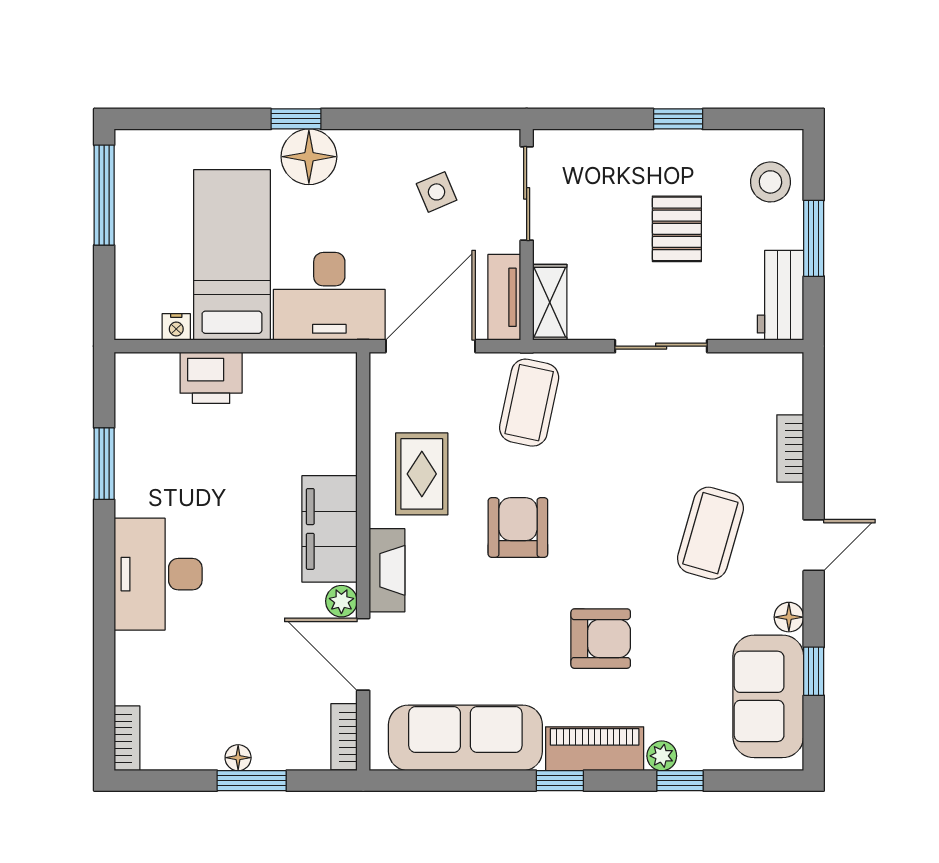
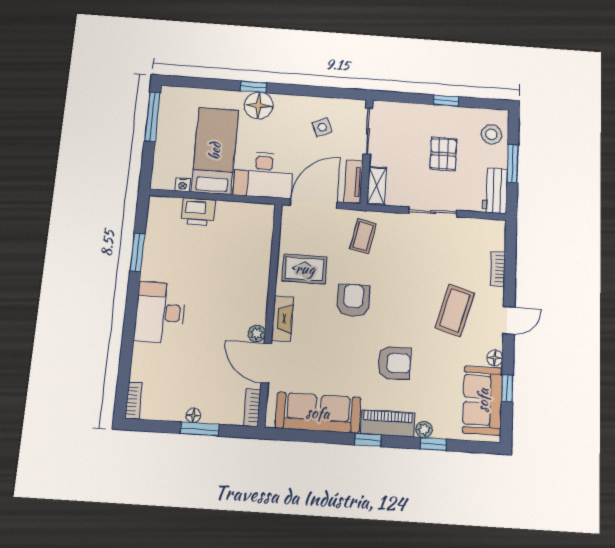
coffee table: (529, 403) -> (363, 236), width x0.73, depth x0.77
rug: (422, 474) -> (305, 269), turned 90
filing cabinet: (330, 529) -> (254, 295), removed

